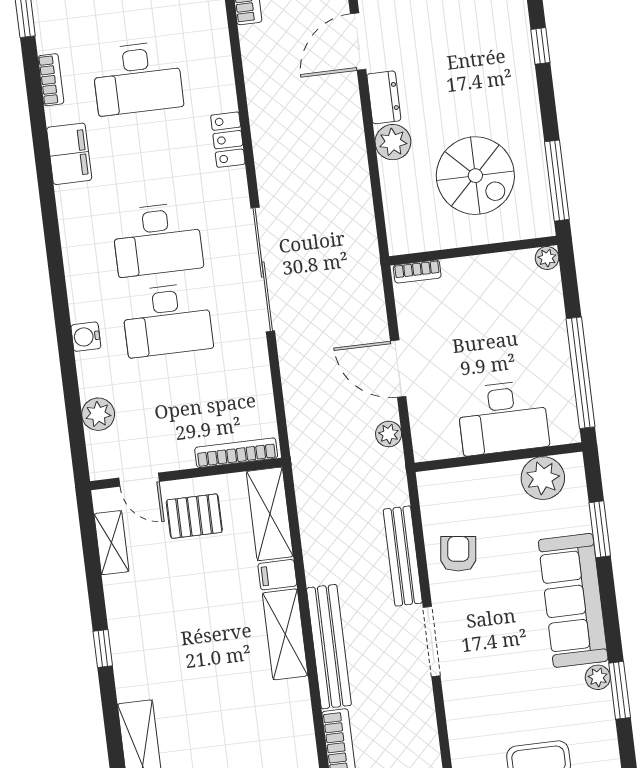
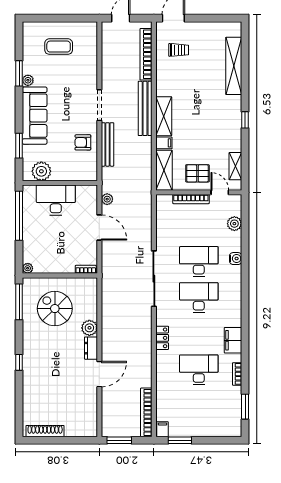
bookcase: (236, 453) -> (191, 199), moved
armchair: (458, 554) -> (83, 142), turned 83

